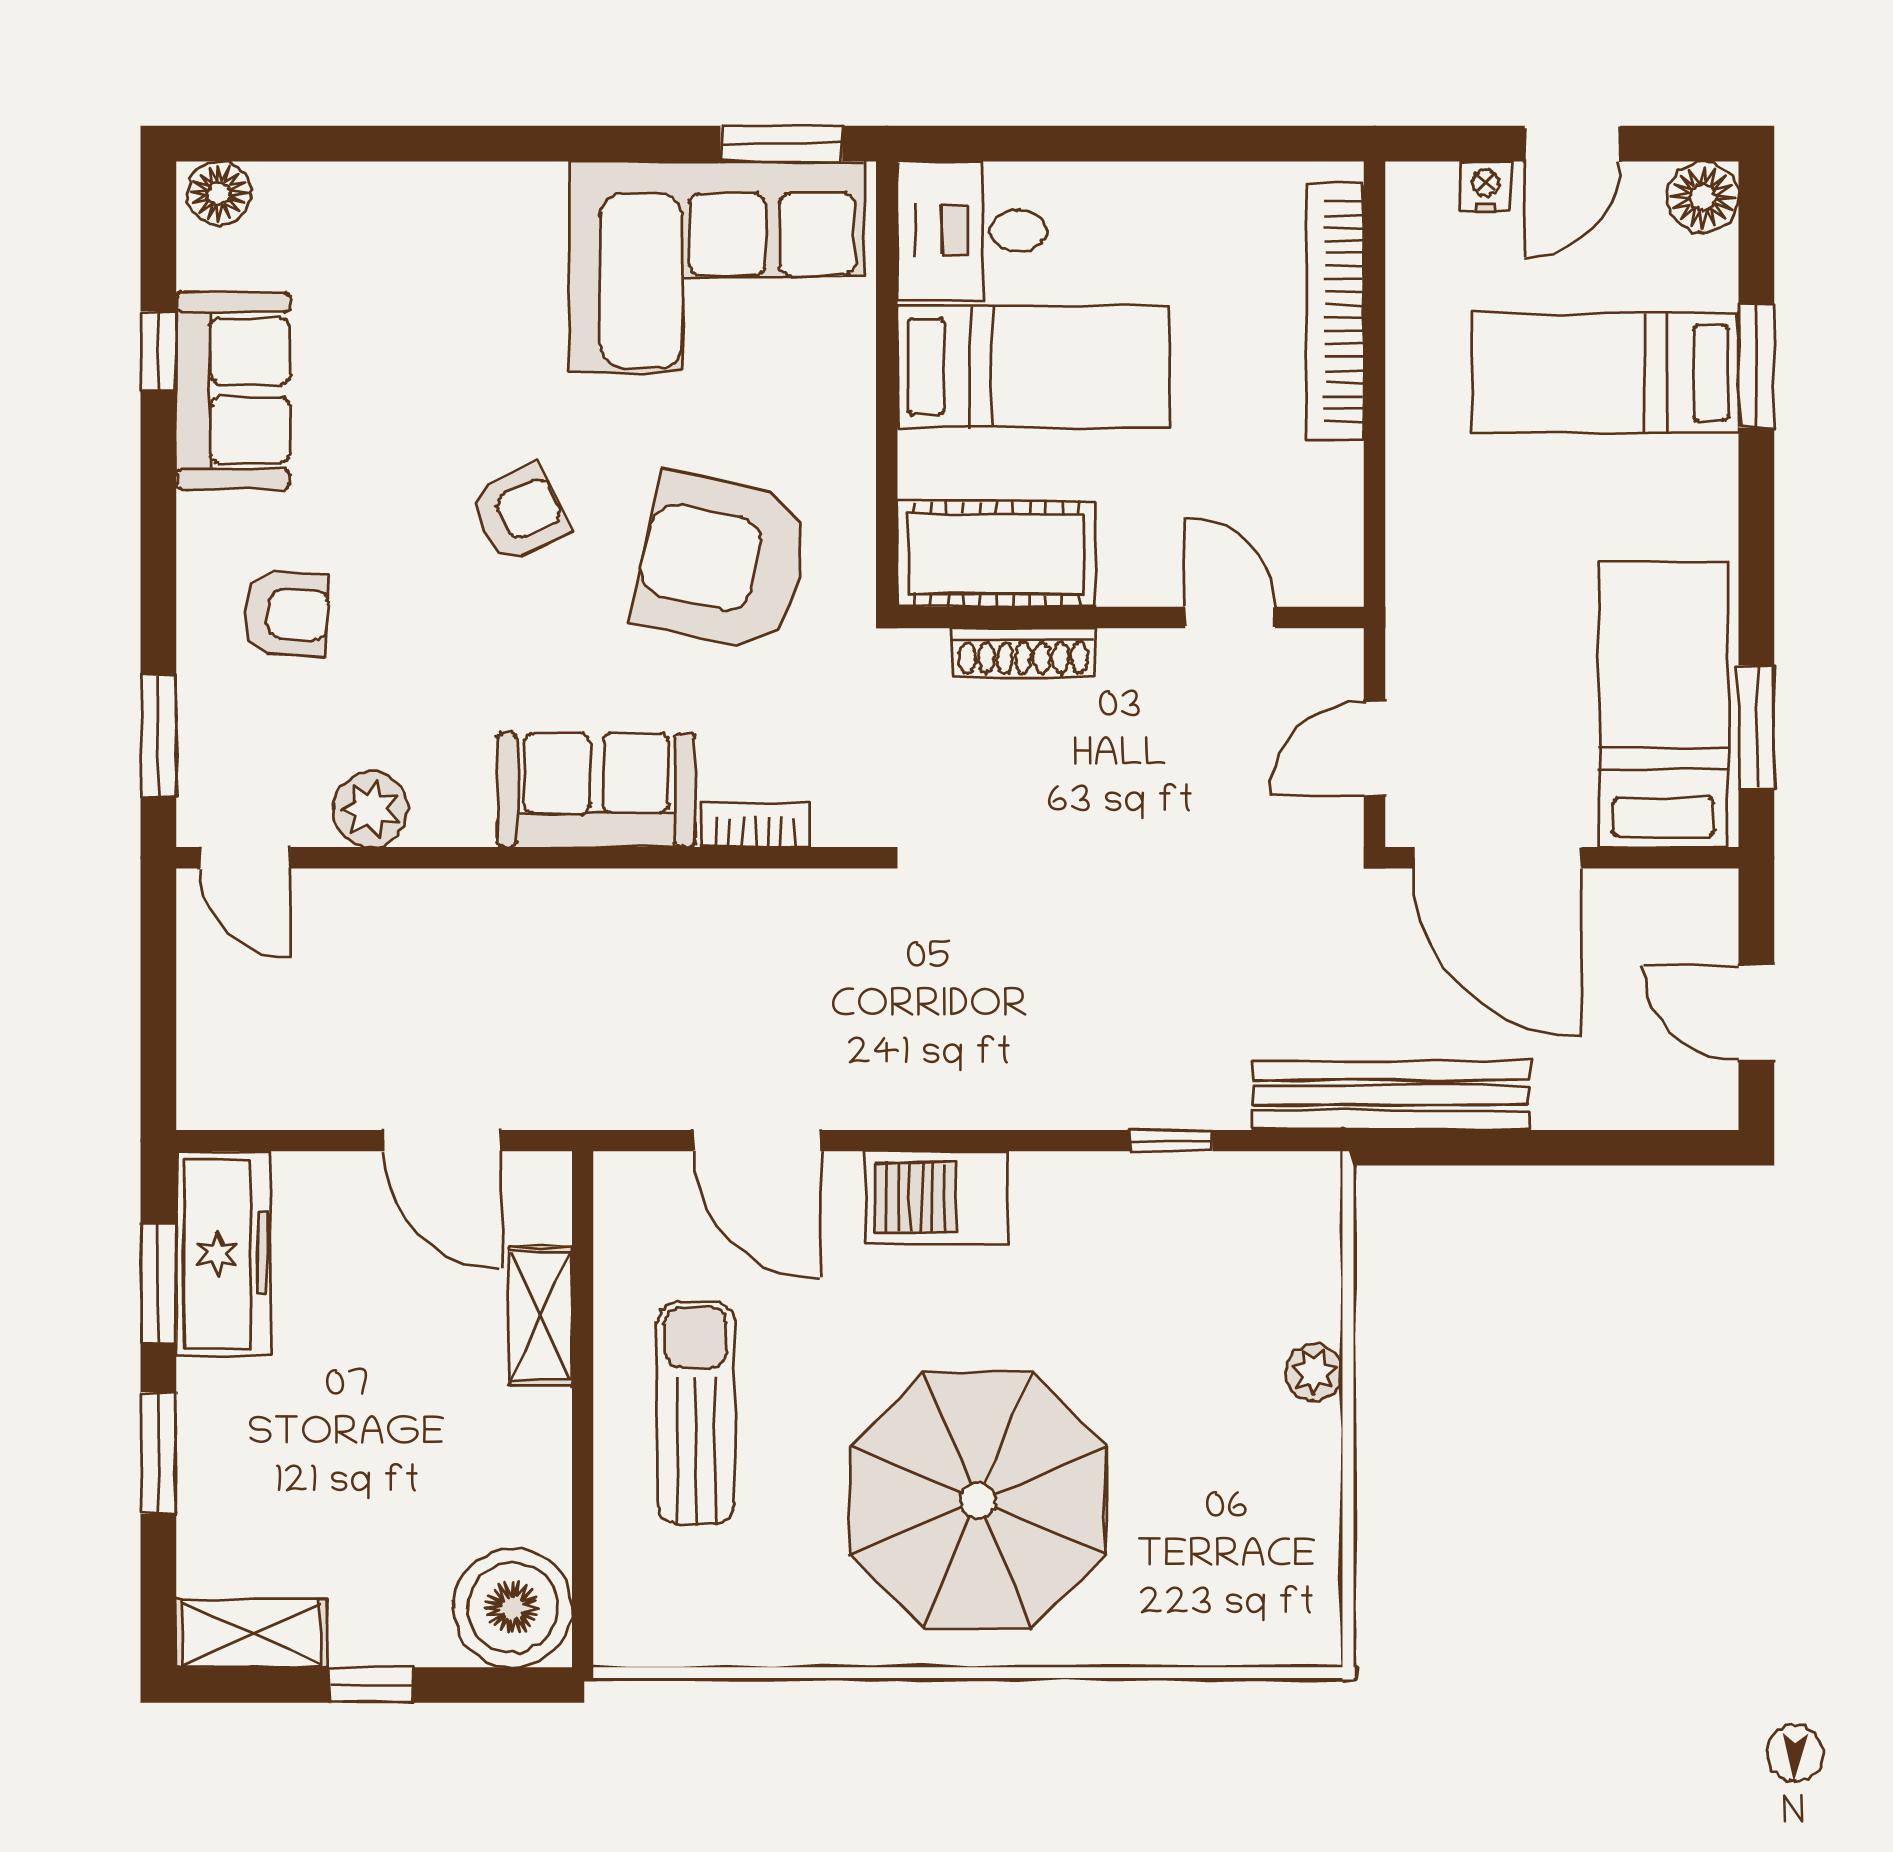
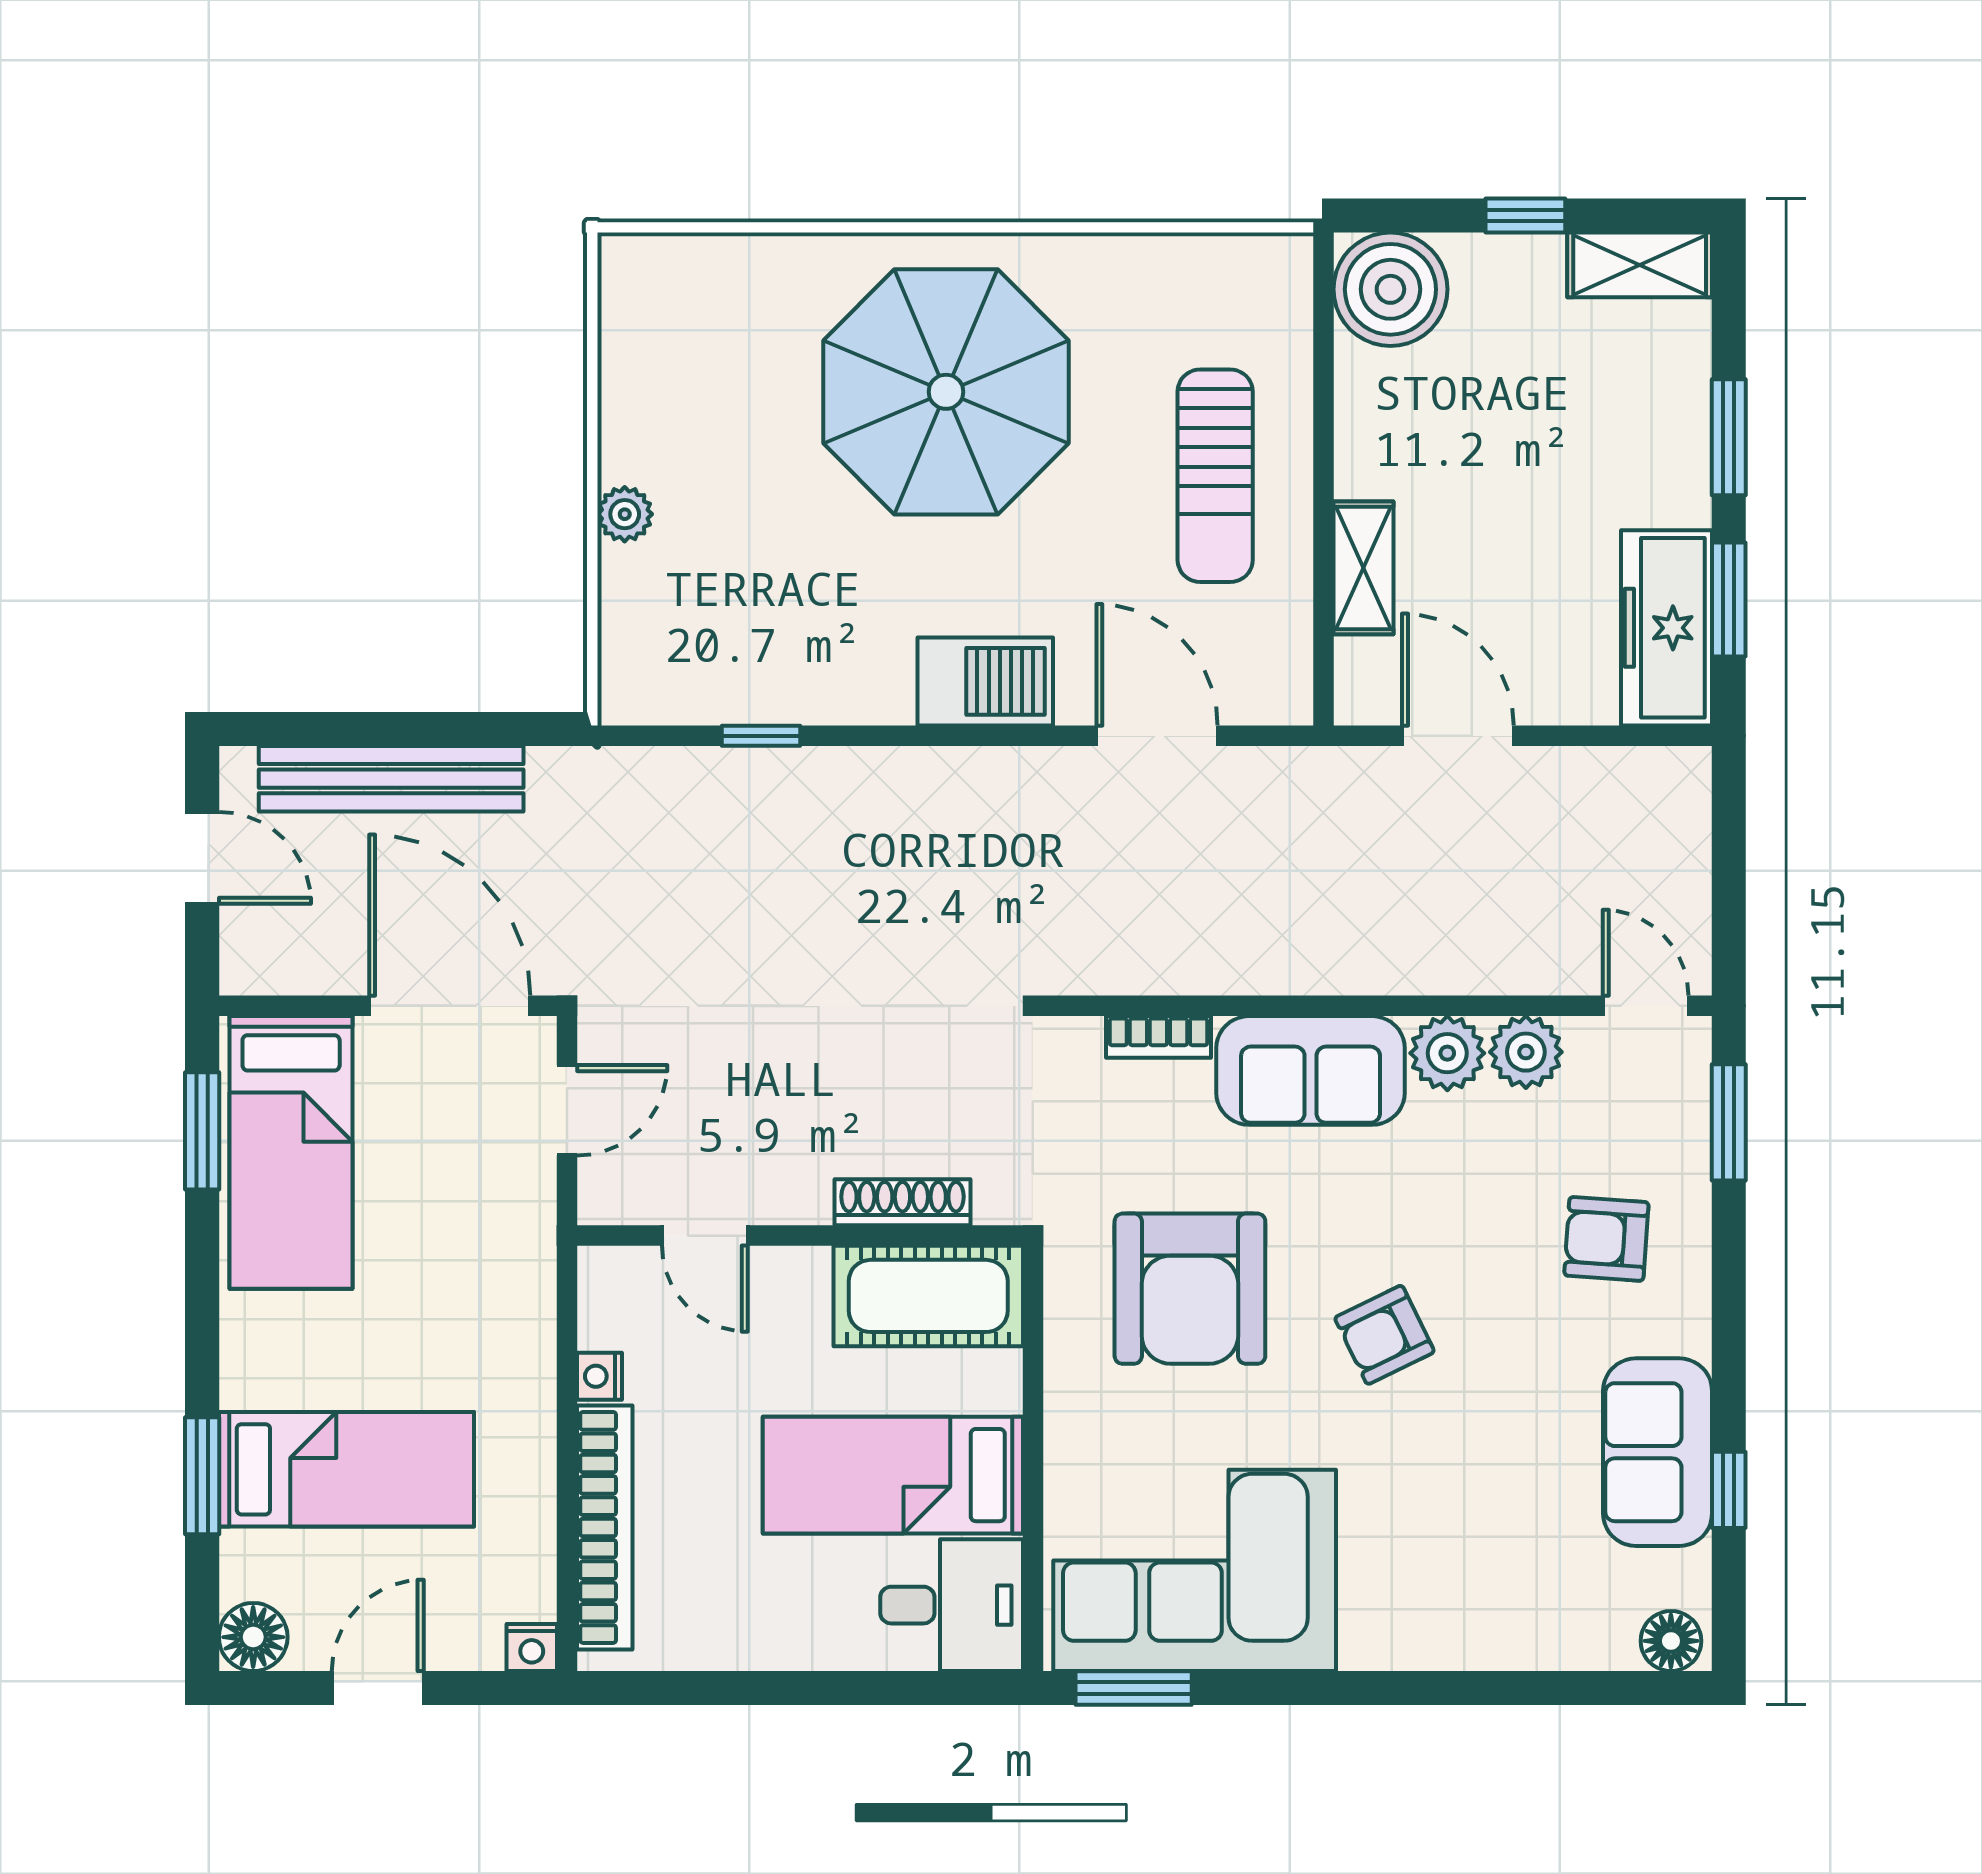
nightstand: (1485, 186) -> (532, 1648), moved
nightstand: (1341, 470) -> (599, 1376), added
armchair: (722, 562) -> (1190, 1289), turned 78
plant: (453, 808) -> (1447, 1053), added
bench: (1391, 1096) -> (391, 779), moved

